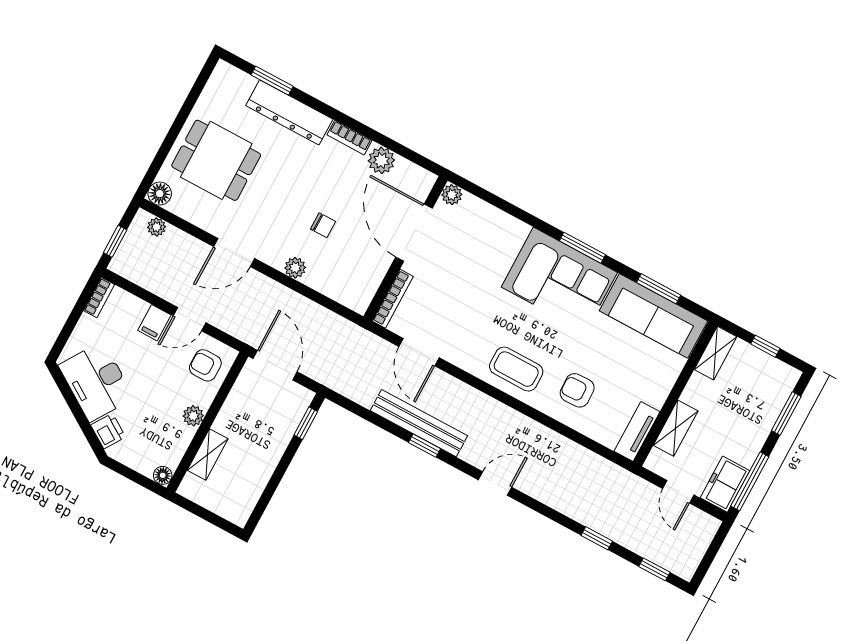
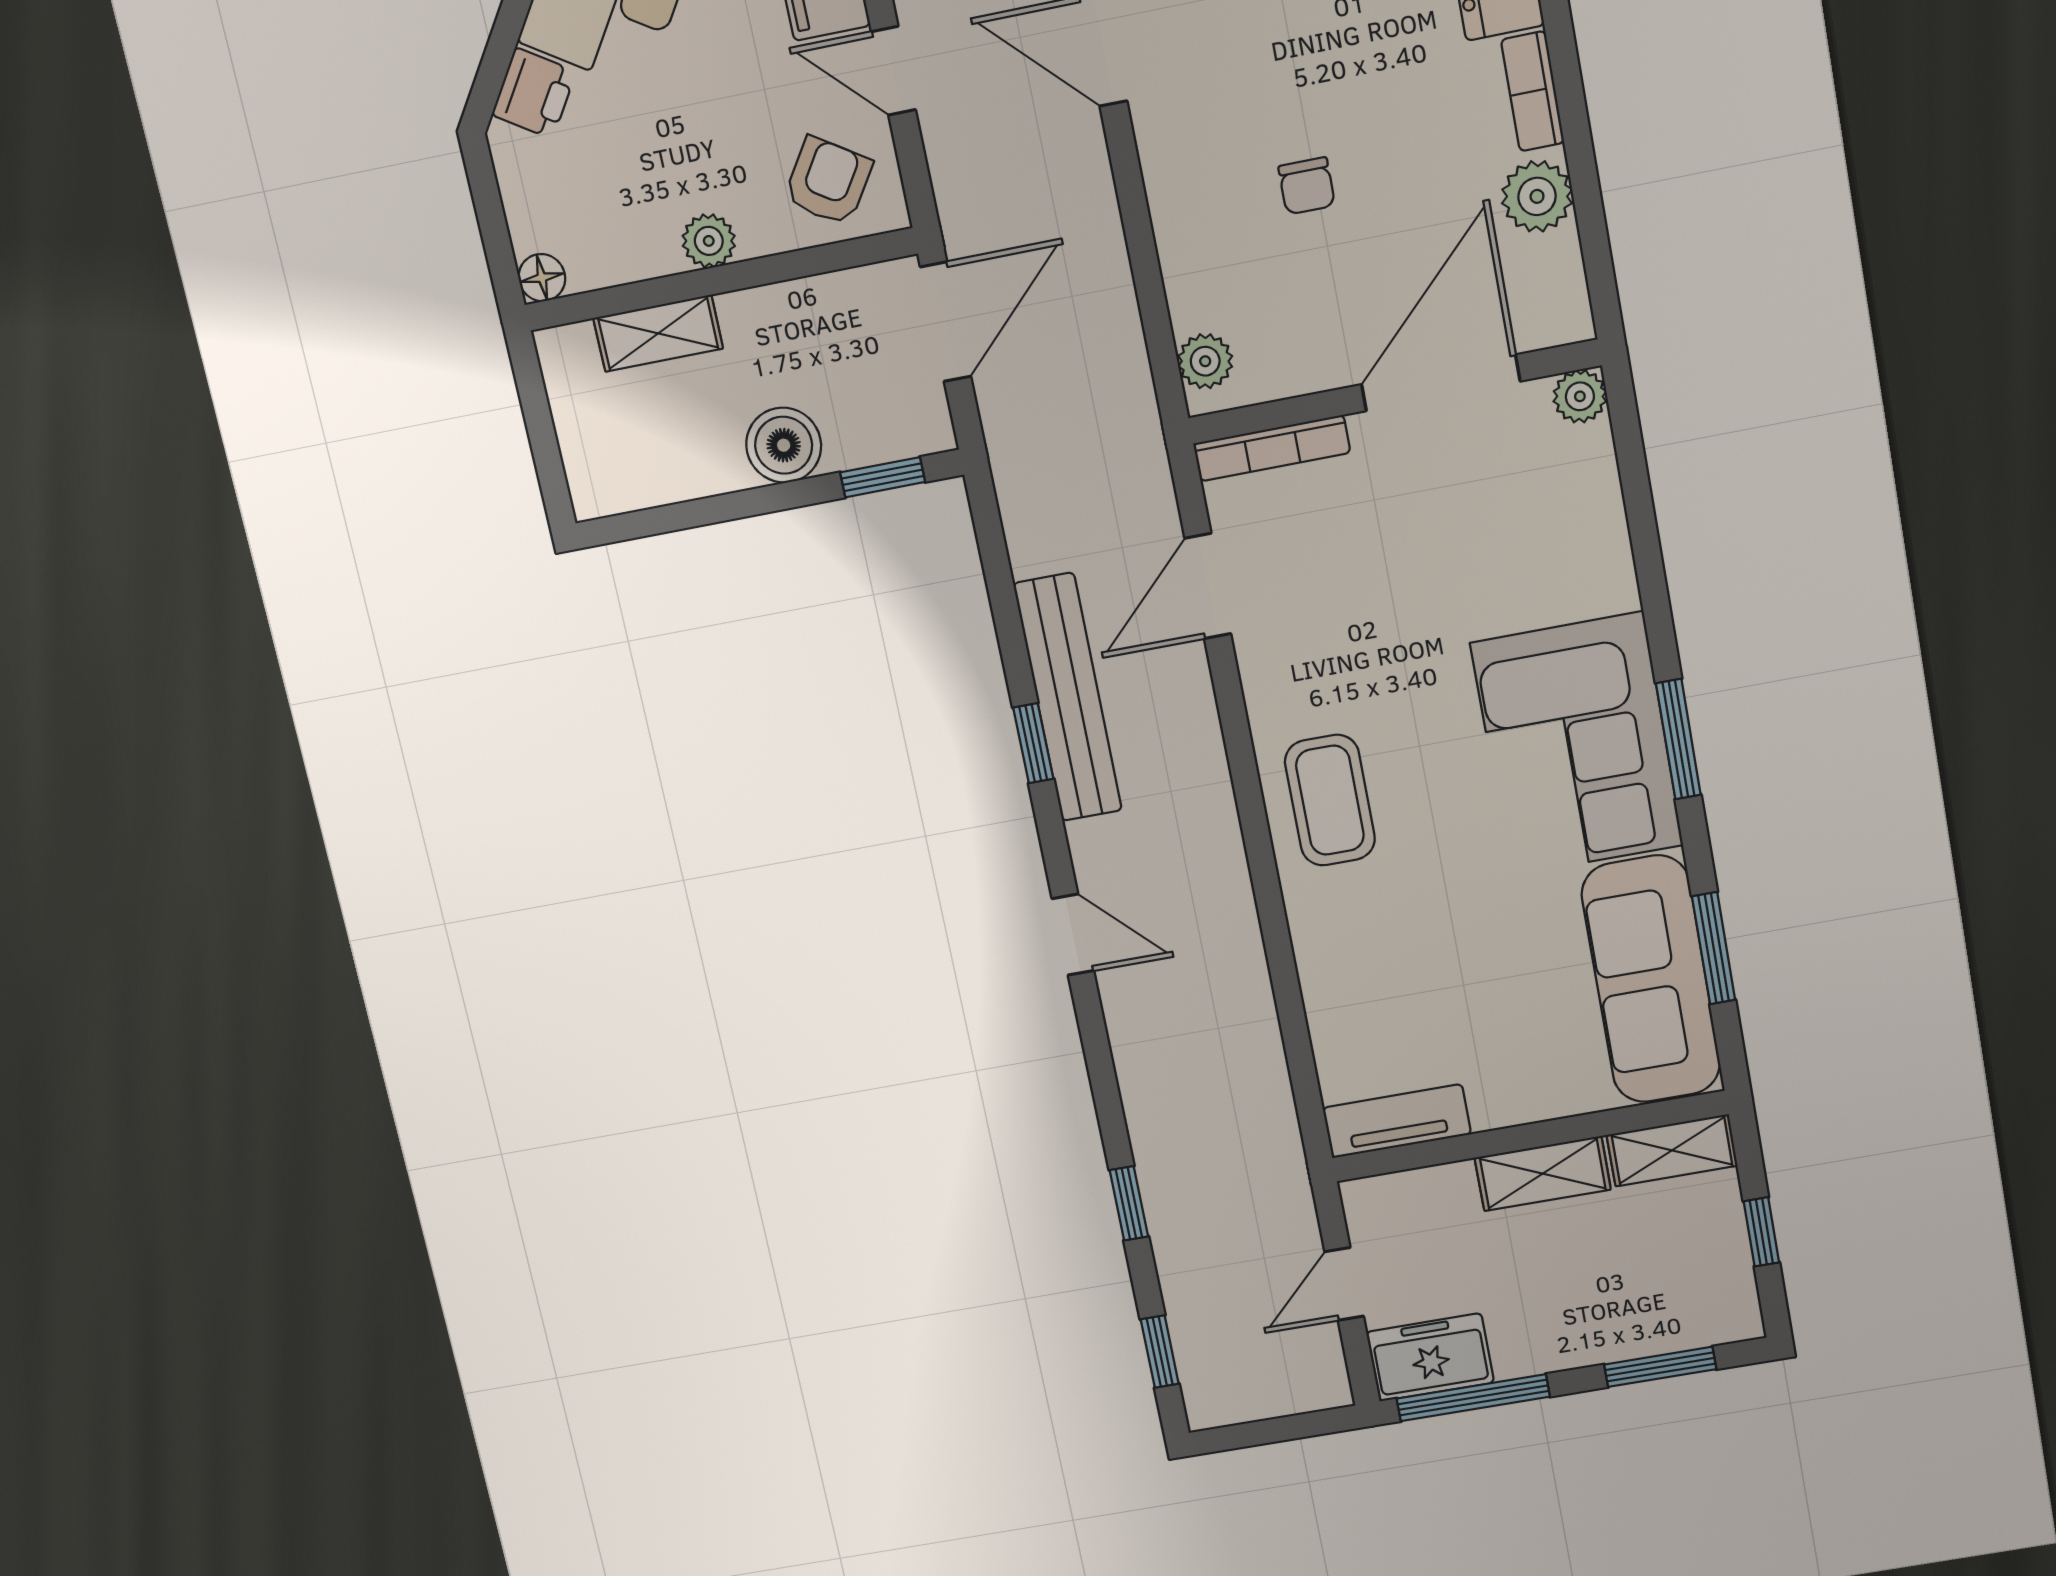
plant: (295, 268) -> (1205, 361), moved
armchair: (205, 365) -> (828, 181), turned 33
armchair: (577, 390) -> (1384, 948), removed
shelving: (676, 428) -> (1543, 1174), moved
boiler: (272, 445) -> (784, 445), added

